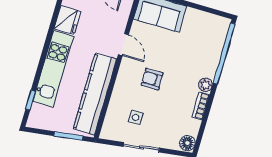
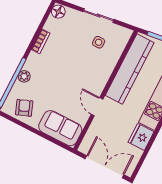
armchair: (152, 79) -> (24, 108), moved, turned -111
plant: (205, 85) -> (24, 76), moved

